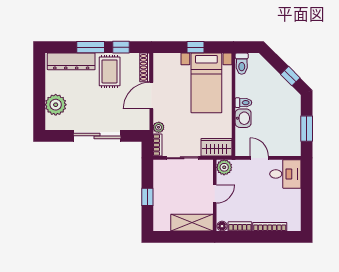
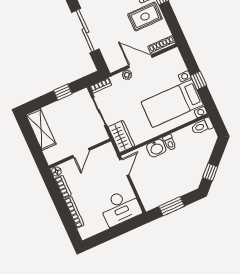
window: (121, 47) -> (170, 17), removed
plant: (159, 127) -> (127, 75), moved
door: (259, 158) -> (124, 167), moved
plant: (224, 167) -> (107, 151), removed
desk: (285, 174) -> (120, 208), width x1.37
door: (215, 194) -> (81, 153), hinge flipped
window: (147, 197) -> (63, 92), moved
shelving: (192, 223) -> (41, 129), moved

